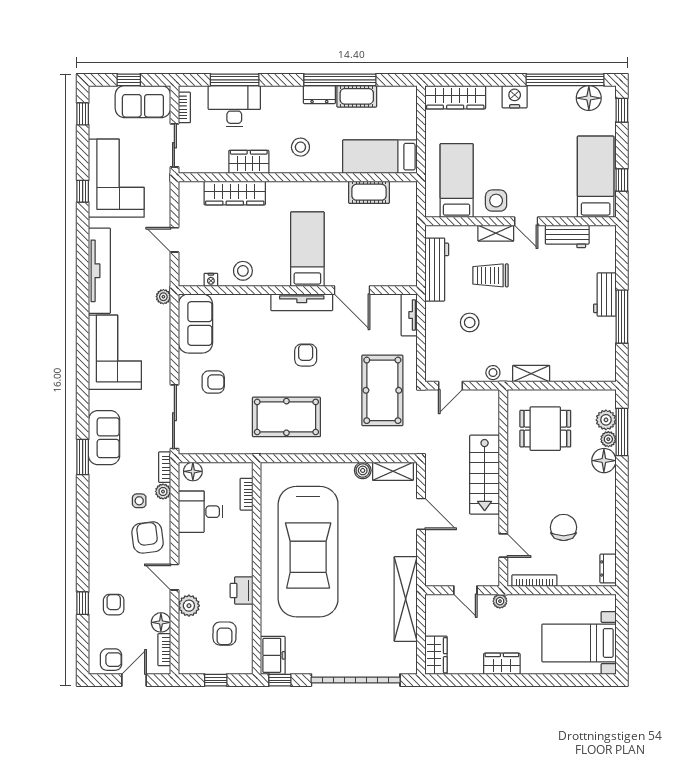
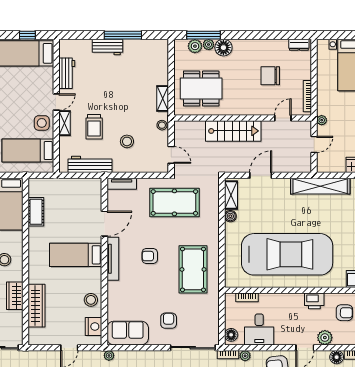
nightstand: (211, 280) -> (94, 327), width x1.89, depth x1.79
dining table: (545, 429) -> (201, 89), width x1.38

